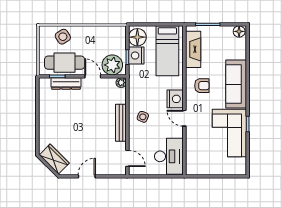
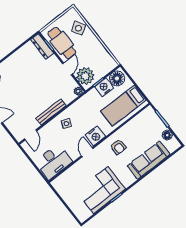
floor lamp: (239, 31) -> (167, 135), moved
fireplace: (193, 49) -> (138, 122), removed
dresser: (66, 83) -> (42, 46), moved
sofa: (236, 84) -> (149, 160), moved

